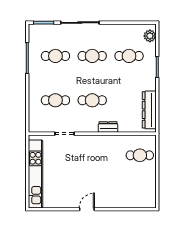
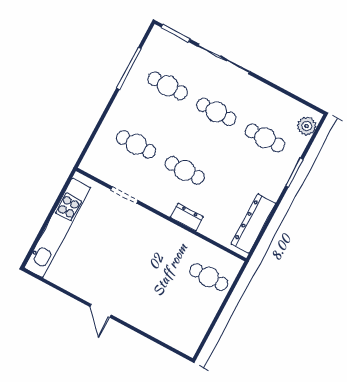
door: (87, 209) -> (100, 311), swing flipped

